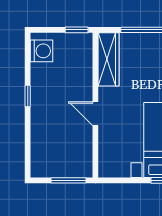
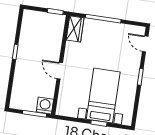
washing machine: (42, 51) -> (45, 106), moved, turned -90
wardrobe: (109, 59) -> (75, 29), width x0.67

